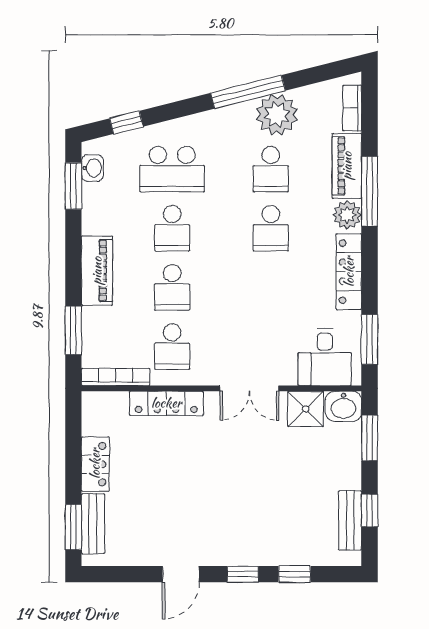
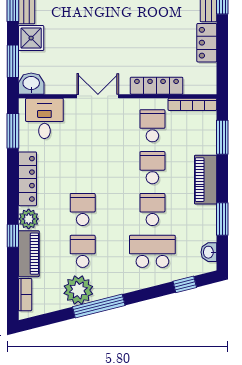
window: (73, 186) -> (222, 219), moved
window: (370, 191) -> (13, 236), width x0.46
shower: (306, 409) -> (31, 38), moved

